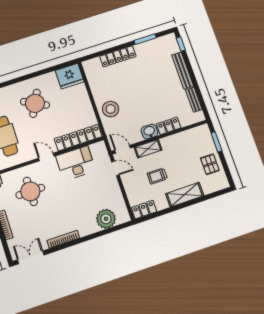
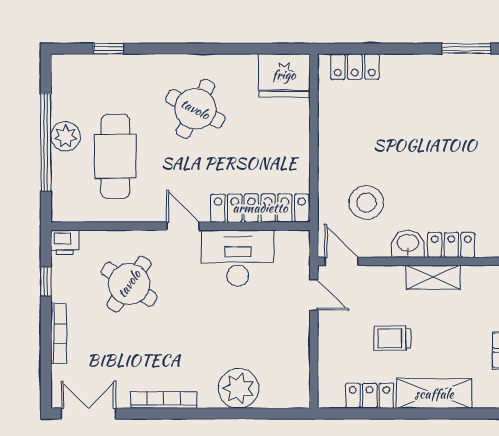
locker: (118, 56) -> (355, 67), moved, width x0.66
stool: (111, 109) -> (366, 202), moved
shelving: (148, 149) -> (433, 277), moved
round table: (30, 191) -> (129, 284), turned 35
locker: (144, 210) -> (370, 396), moved
plant: (106, 219) -> (239, 388), moved

